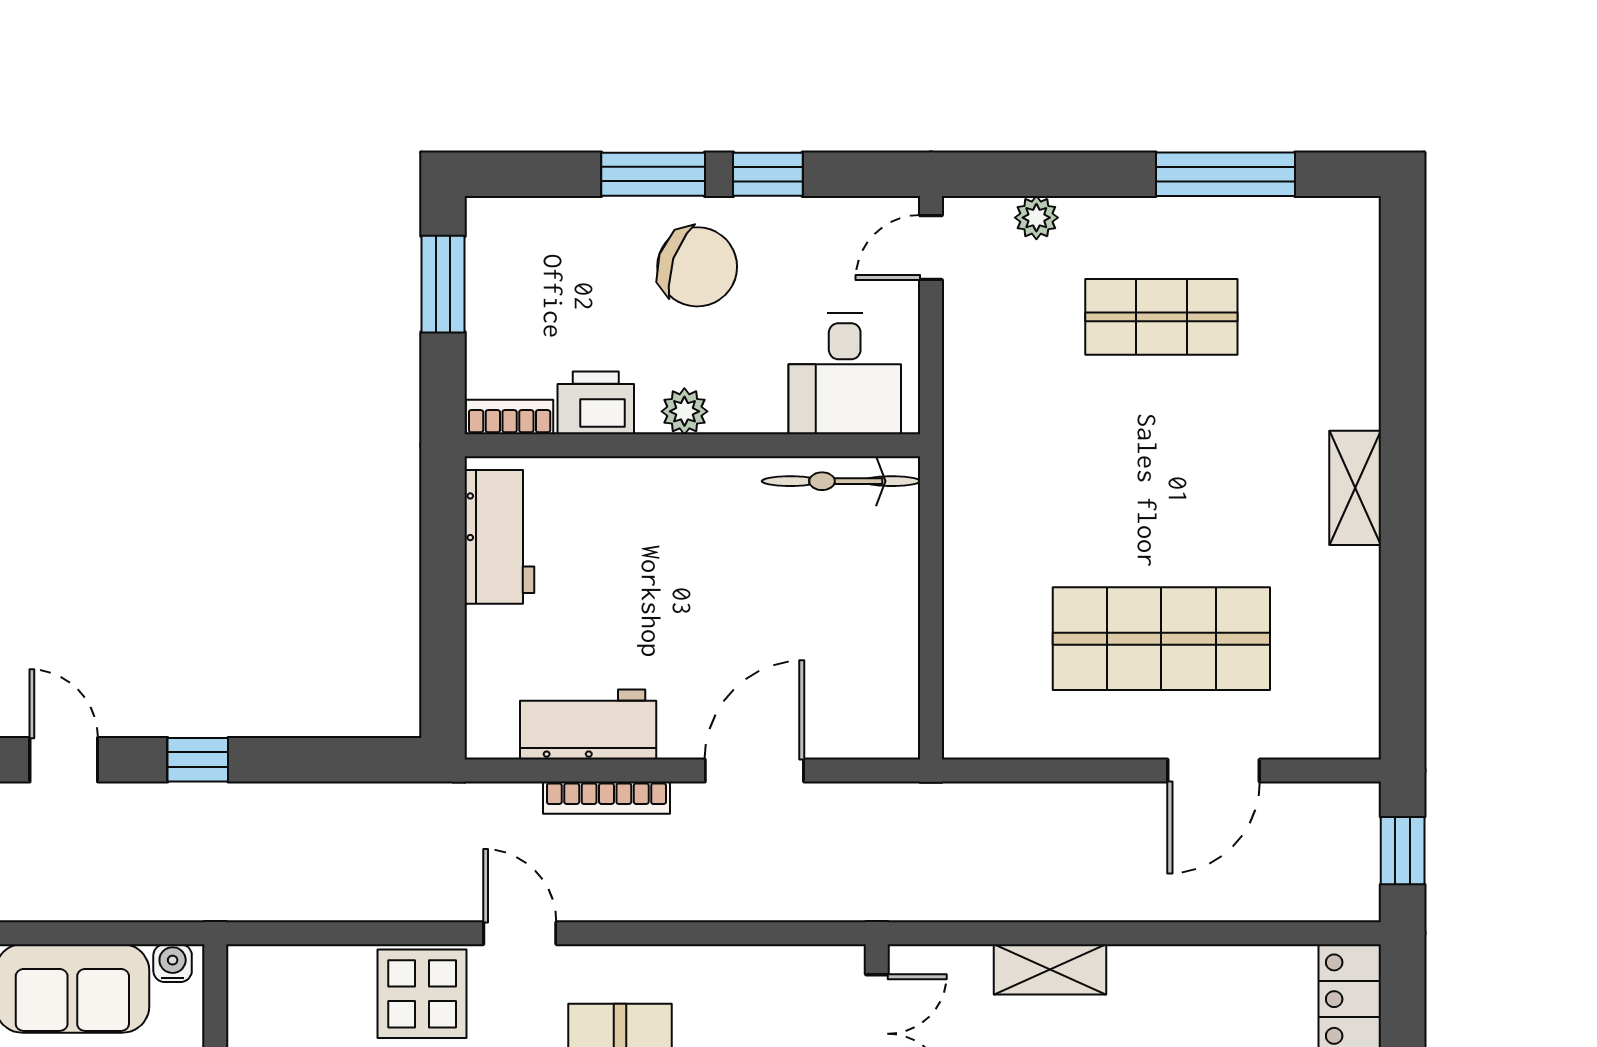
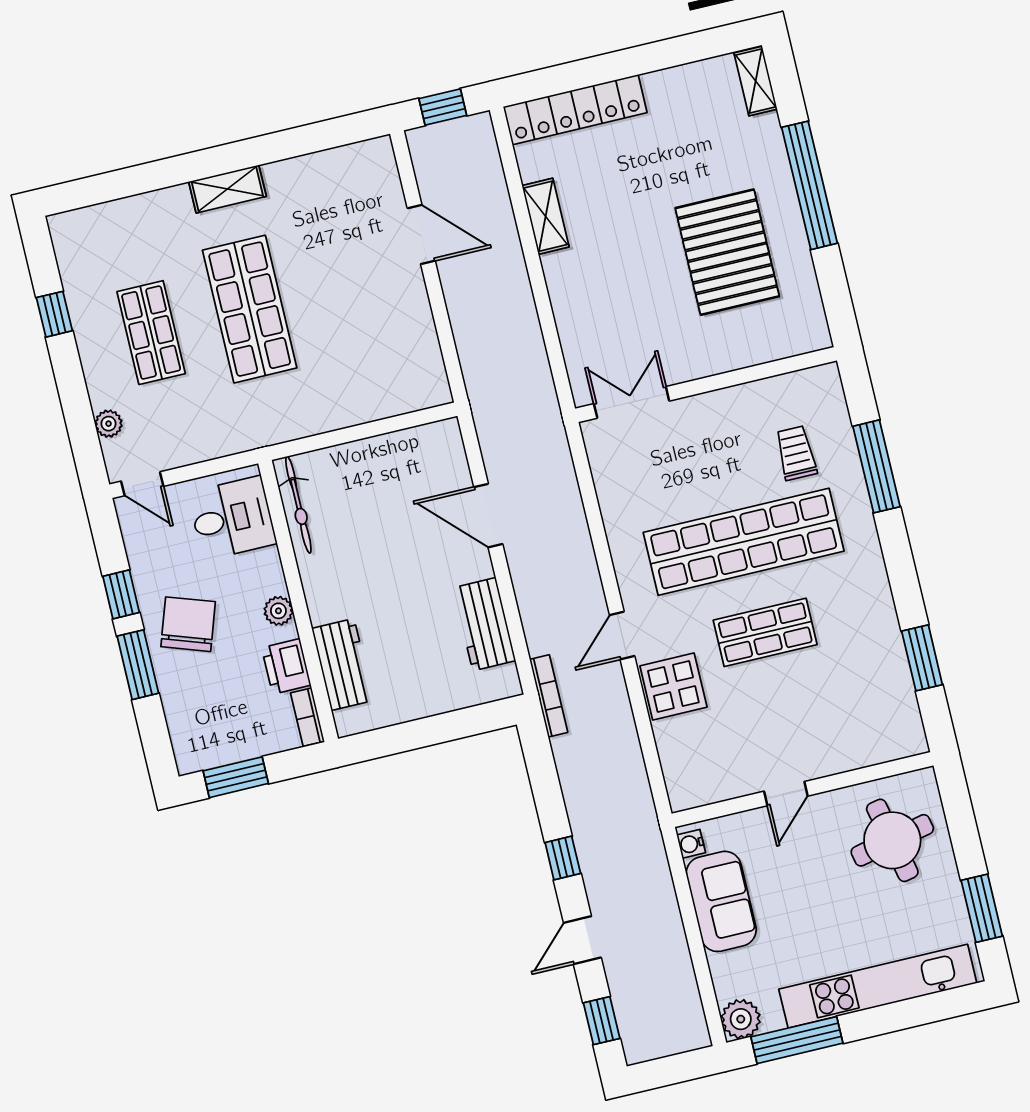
window: (1225, 174) -> (54, 314), width x0.46
workbench: (499, 537) -> (343, 664), moved, turned 90
shop shelf: (1161, 639) -> (250, 309), moved
bookcase: (606, 798) -> (549, 696), moved
shelving: (1050, 969) -> (546, 216), moved

